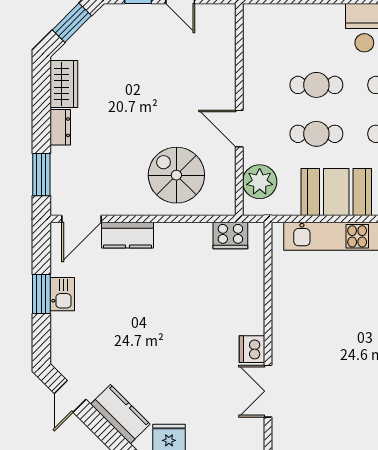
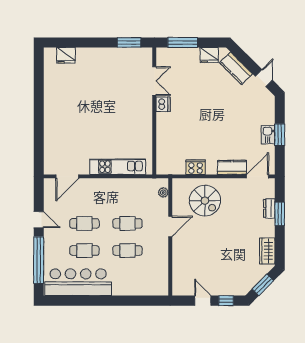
dresser: (60, 127) -> (269, 208), moved
door: (239, 129) -> (170, 226), hinge flipped
window: (41, 175) -> (280, 214), moved
plant: (260, 182) -> (163, 193), width x0.53, depth x0.53
booth: (336, 192) -> (116, 191), removed
cooker: (230, 235) -> (196, 167), moved

